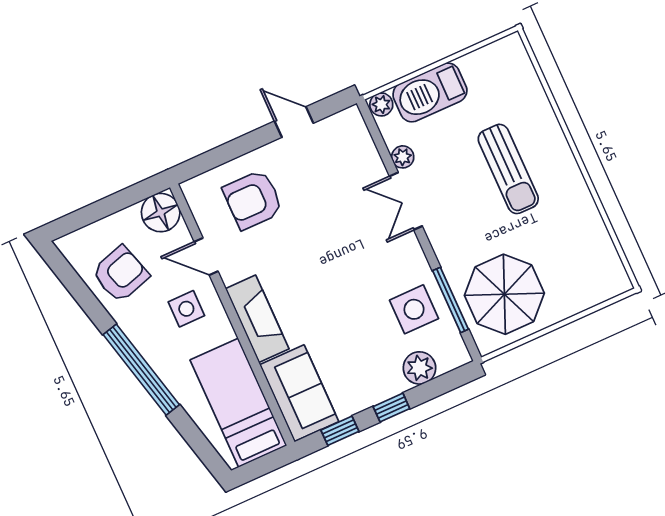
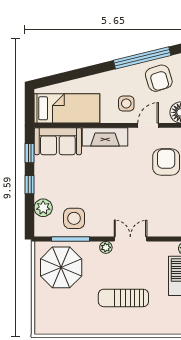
plant: (403, 157) -> (106, 247), moved
window: (141, 370) -> (142, 58), moved

